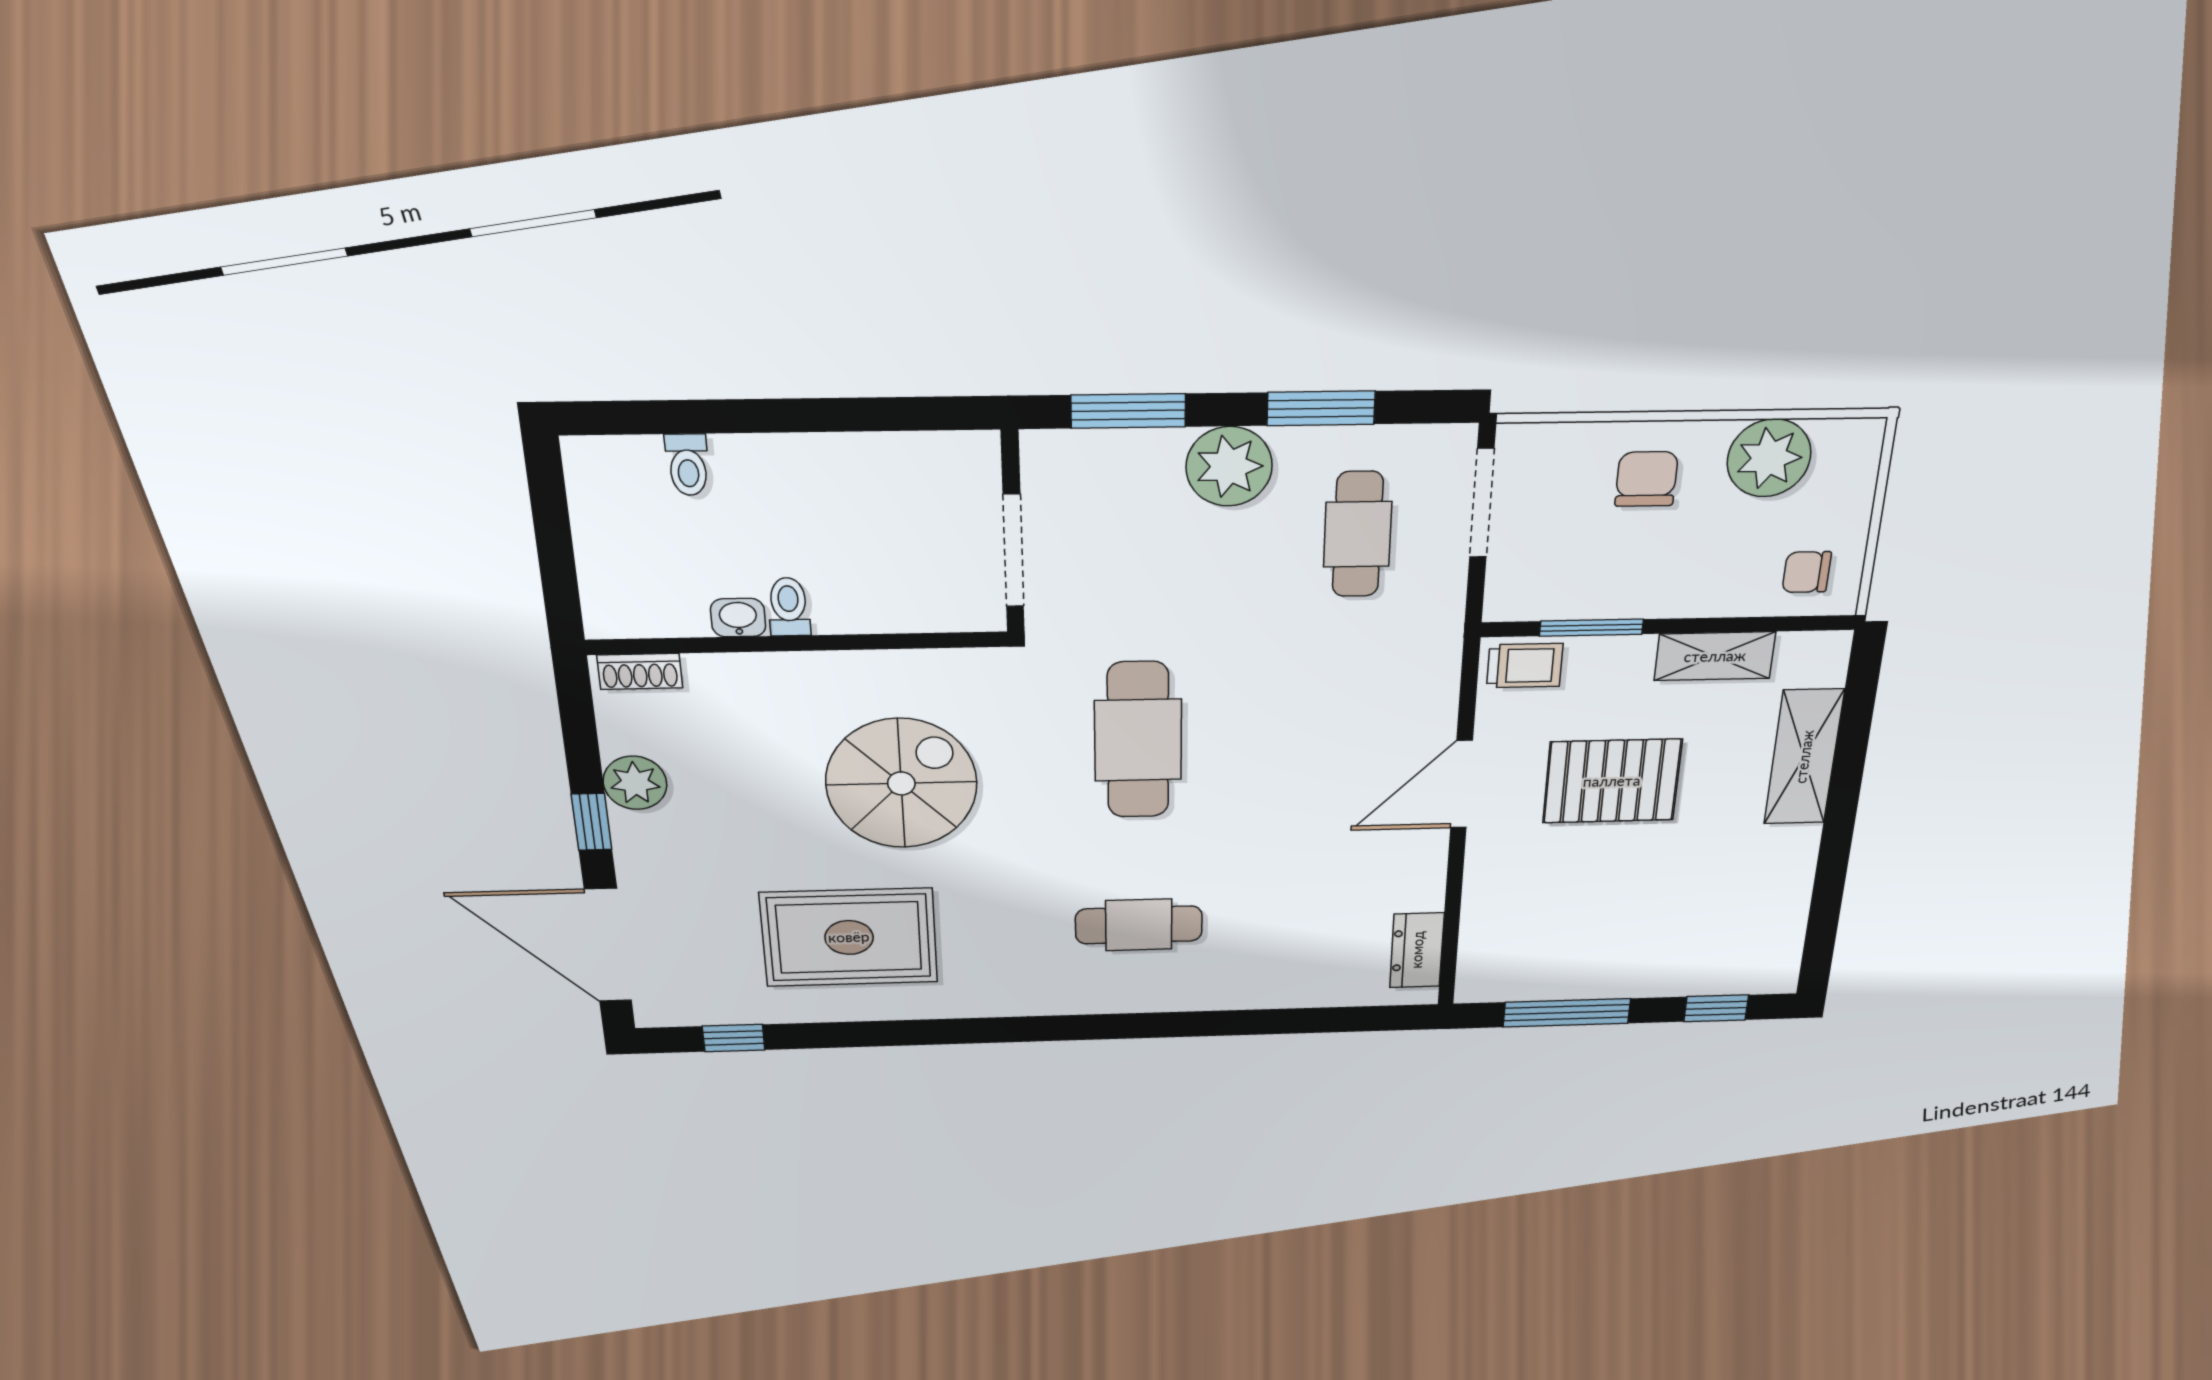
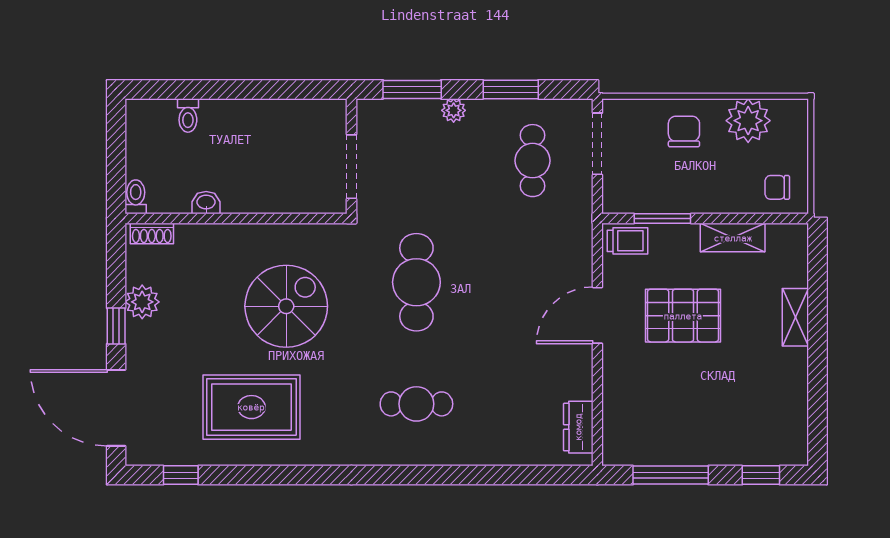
plant: (1229, 466) -> (454, 110), width x0.53, depth x0.53
toilet: (789, 607) -> (136, 197), moved
shelving: (1804, 757) -> (795, 317), width x0.67, depth x0.75

